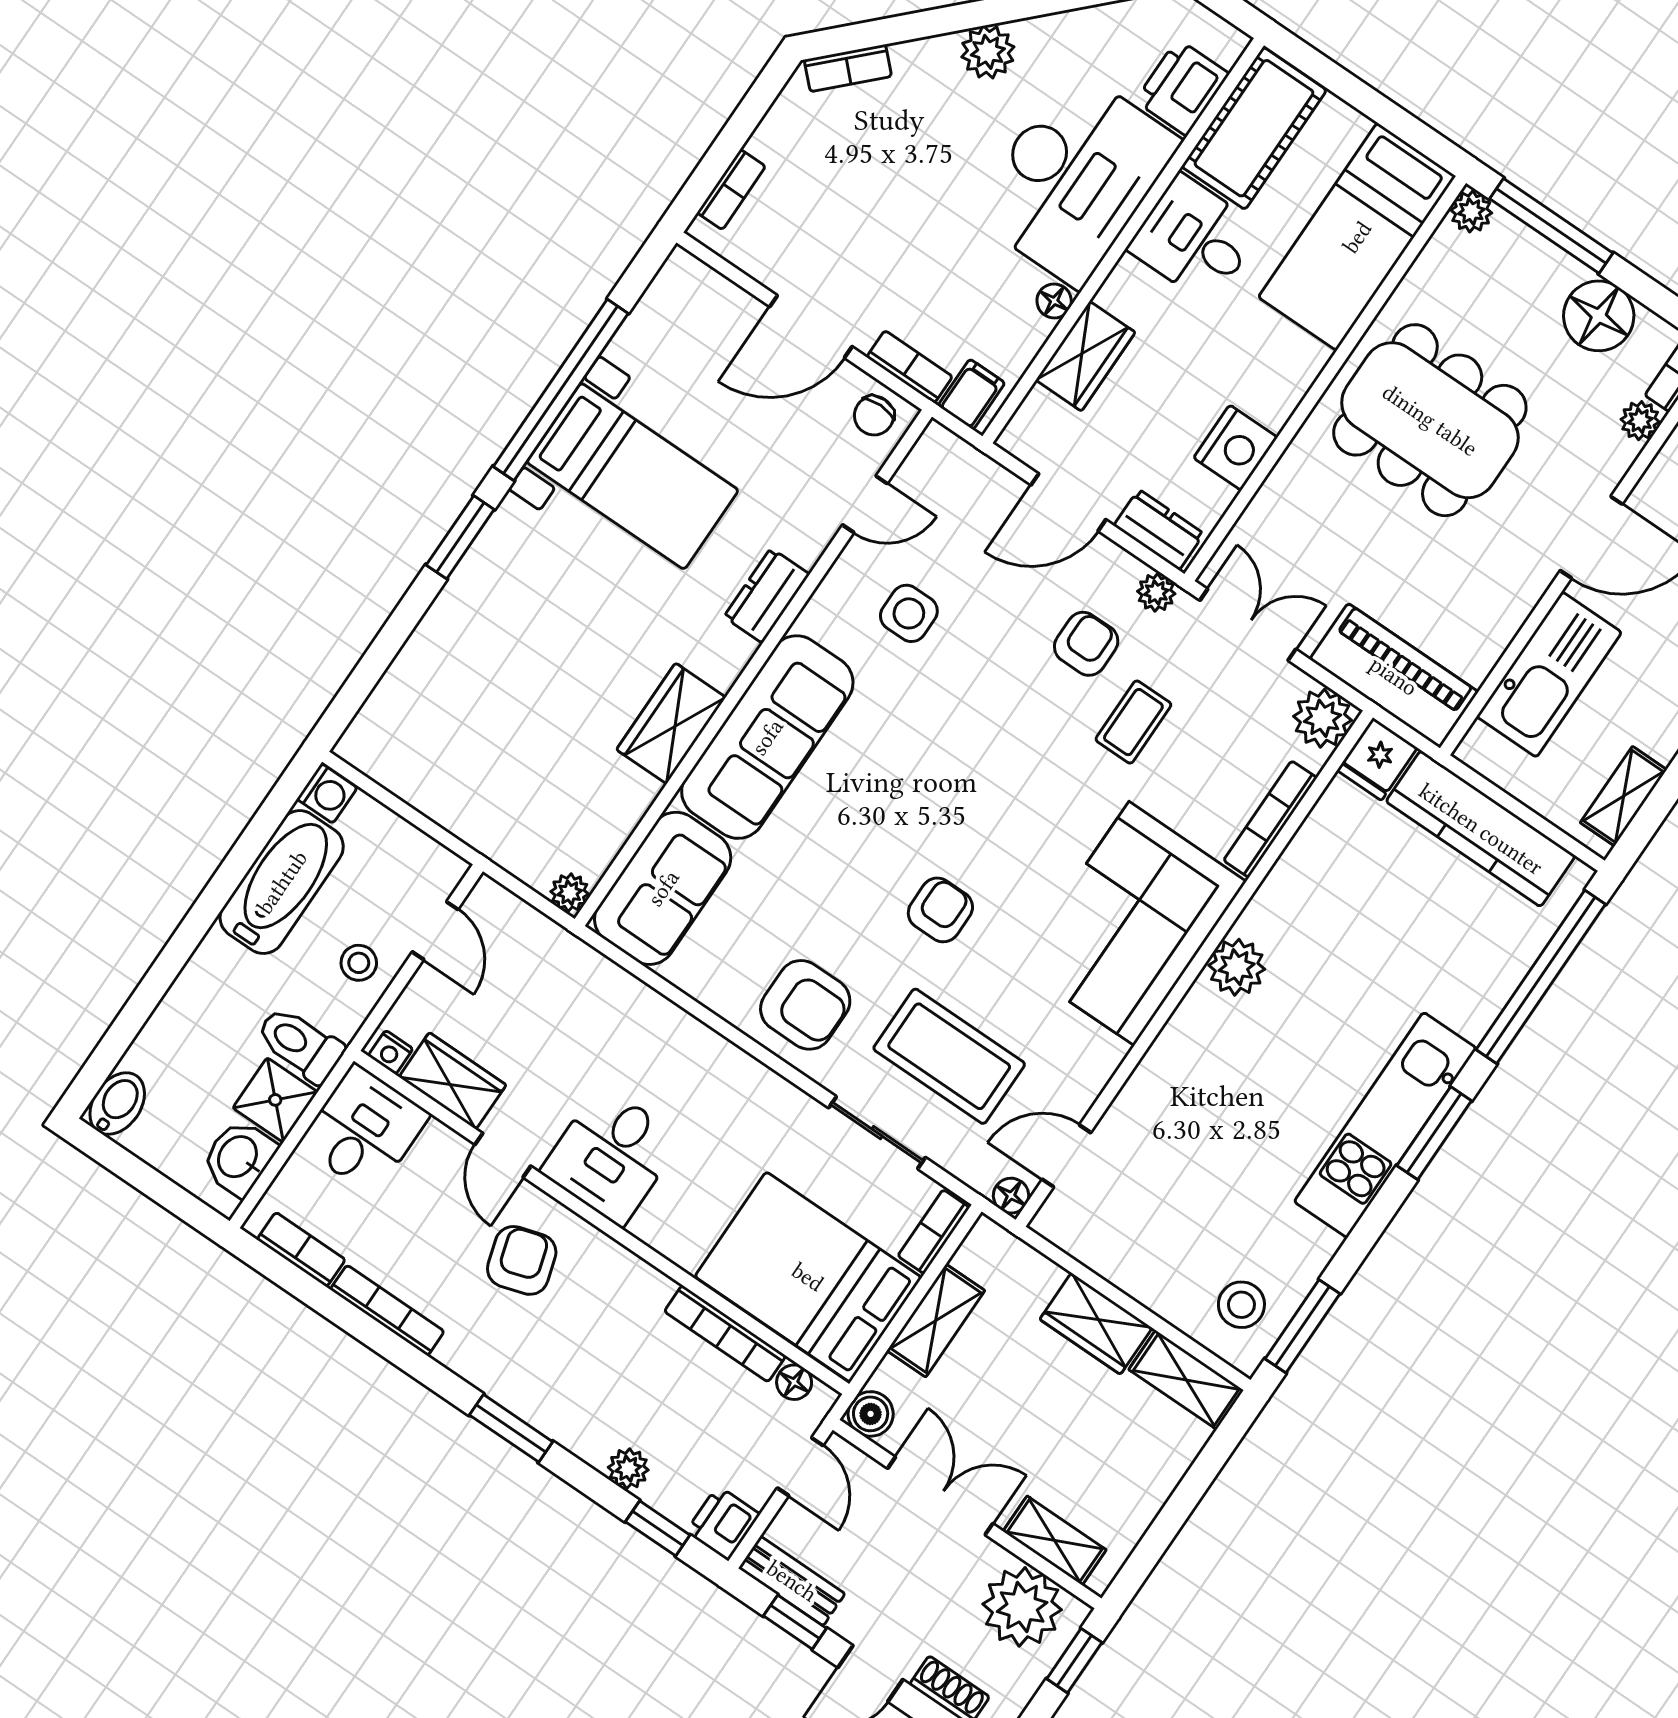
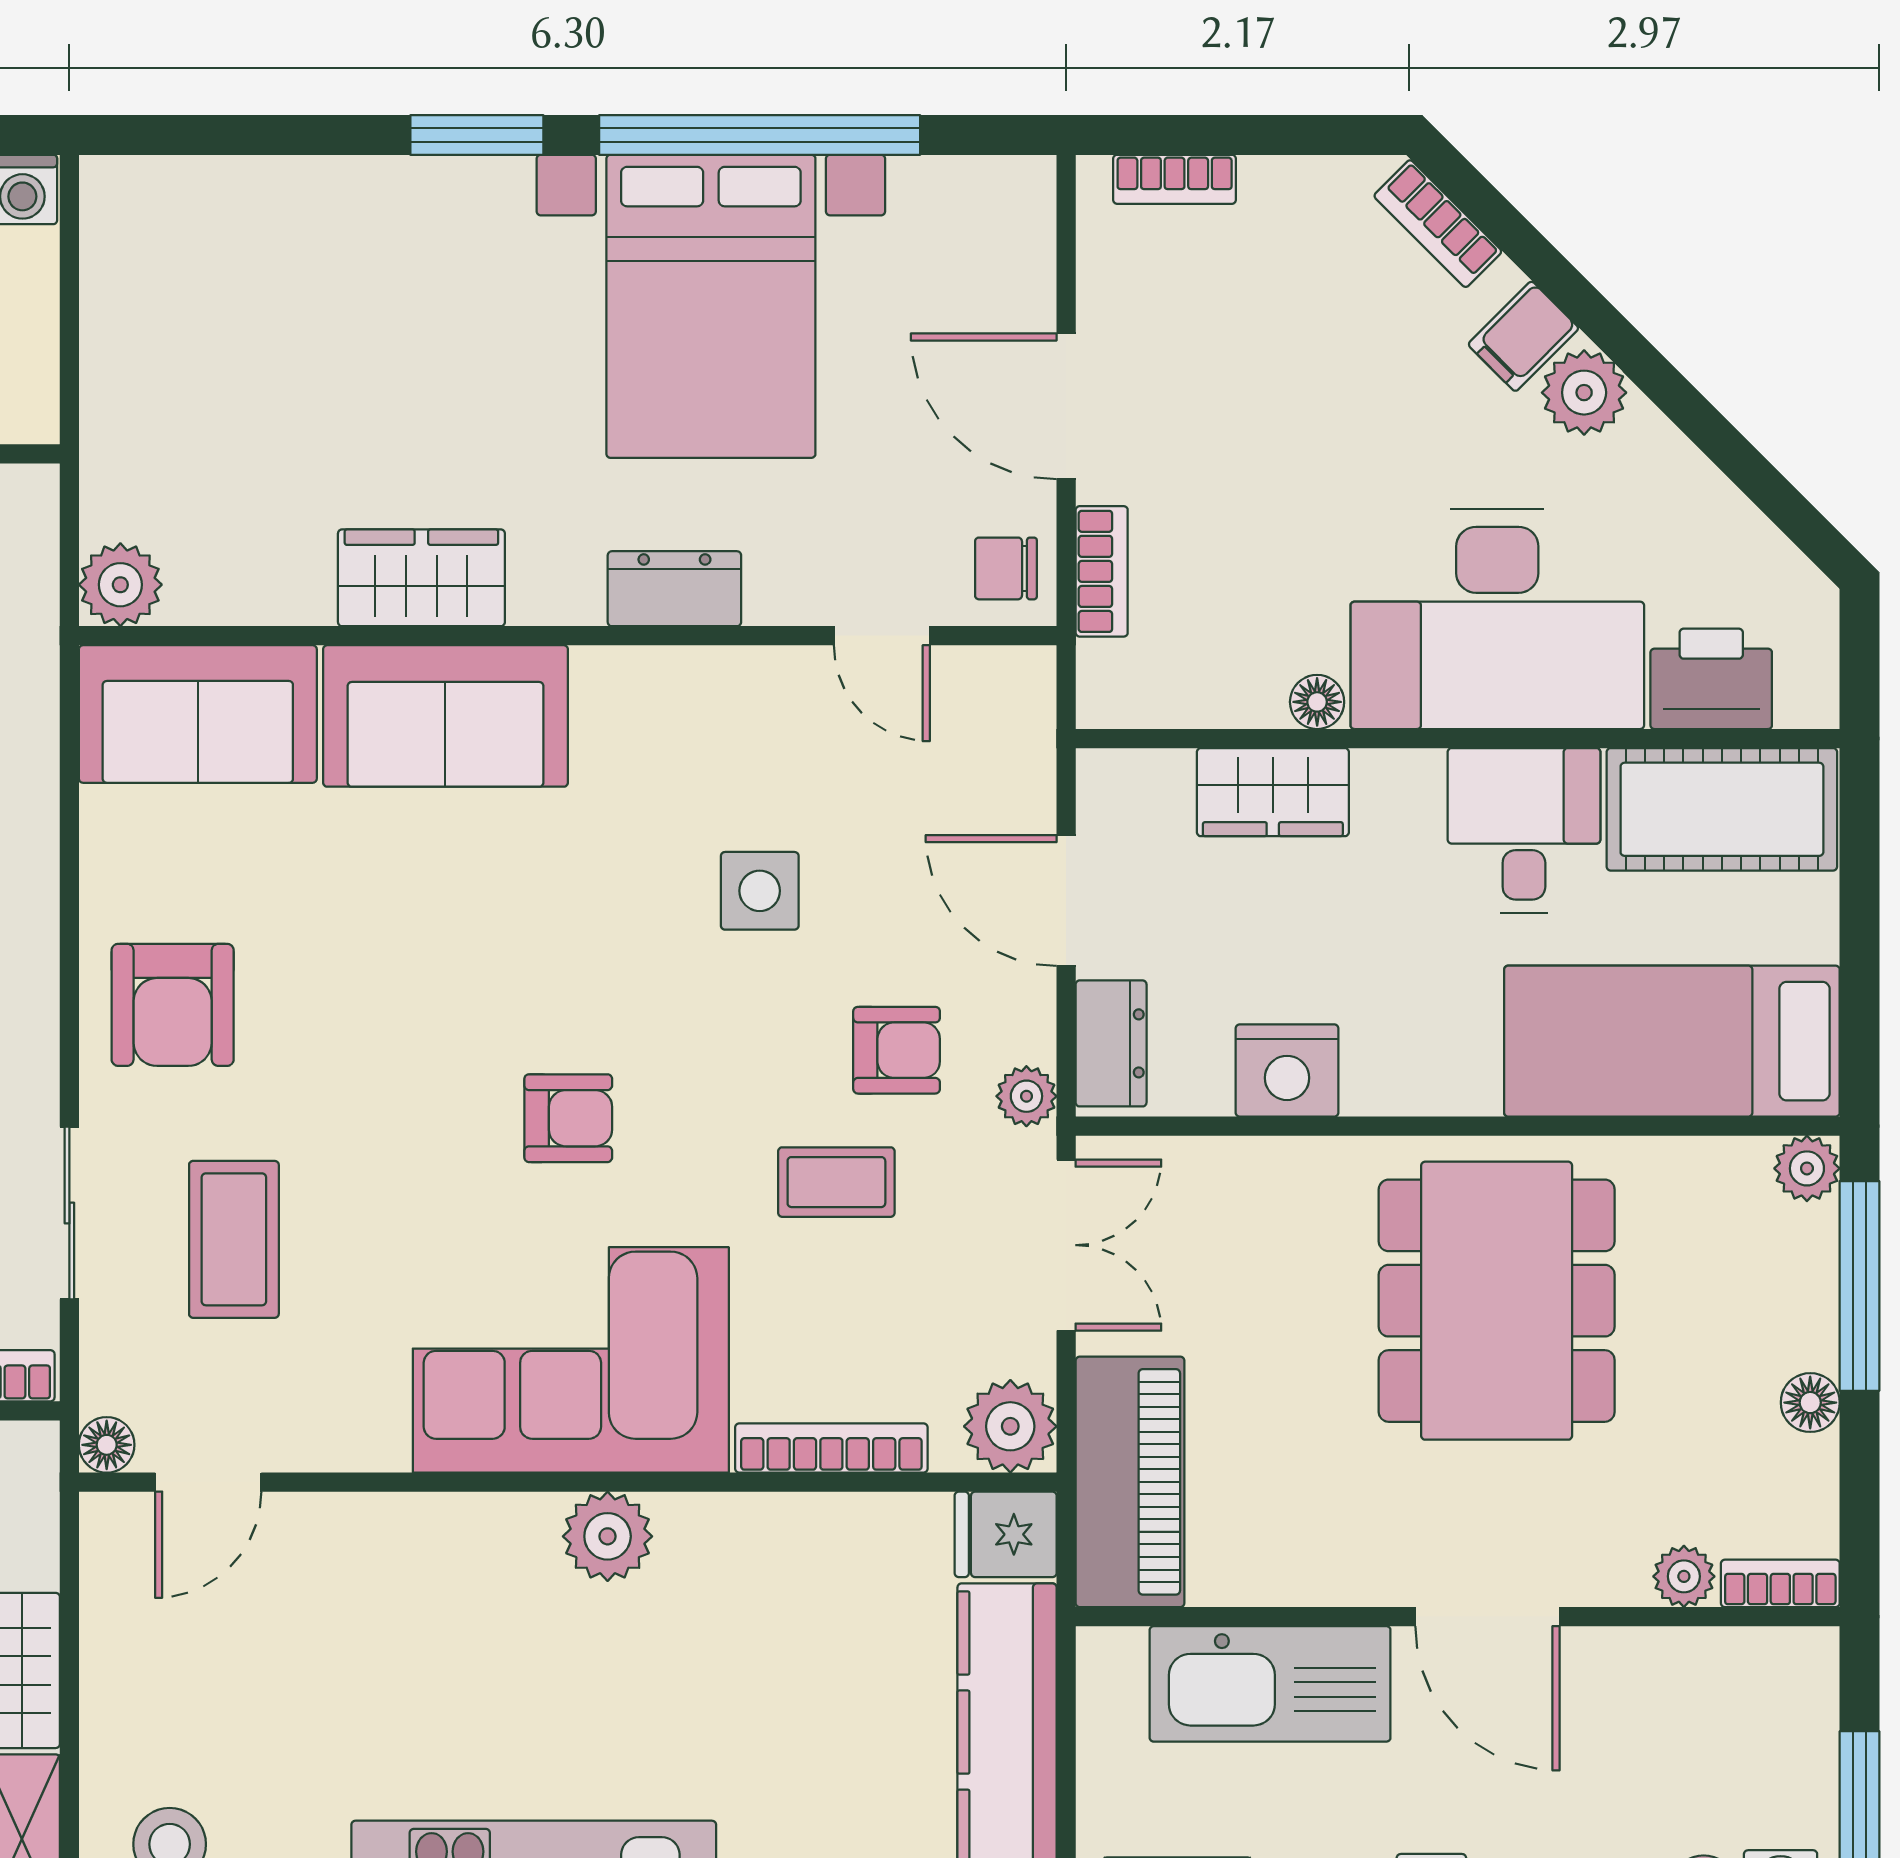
floor lamp: (1599, 316) -> (1810, 1403), width x0.53, depth x0.53
filing cabinet: (971, 394) -> (1523, 336), moved, turned 135
bed with nightstands: (633, 476) -> (711, 306), width x1.36
side table: (909, 613) -> (760, 891), moved
sofa: (767, 737) -> (445, 716), width x0.73
plant: (570, 893) -> (120, 585), width x1.38, depth x1.38
armchair: (940, 910) -> (568, 1118), moved
coffee table: (949, 1056) -> (234, 1239), width x0.73, depth x0.76
door: (1067, 1156) -> (208, 1482), swing flipped

